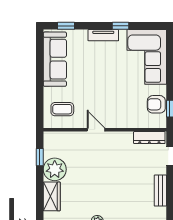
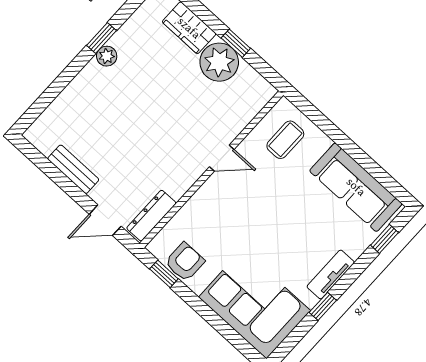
window: (40, 157) -> (236, 43), moved

